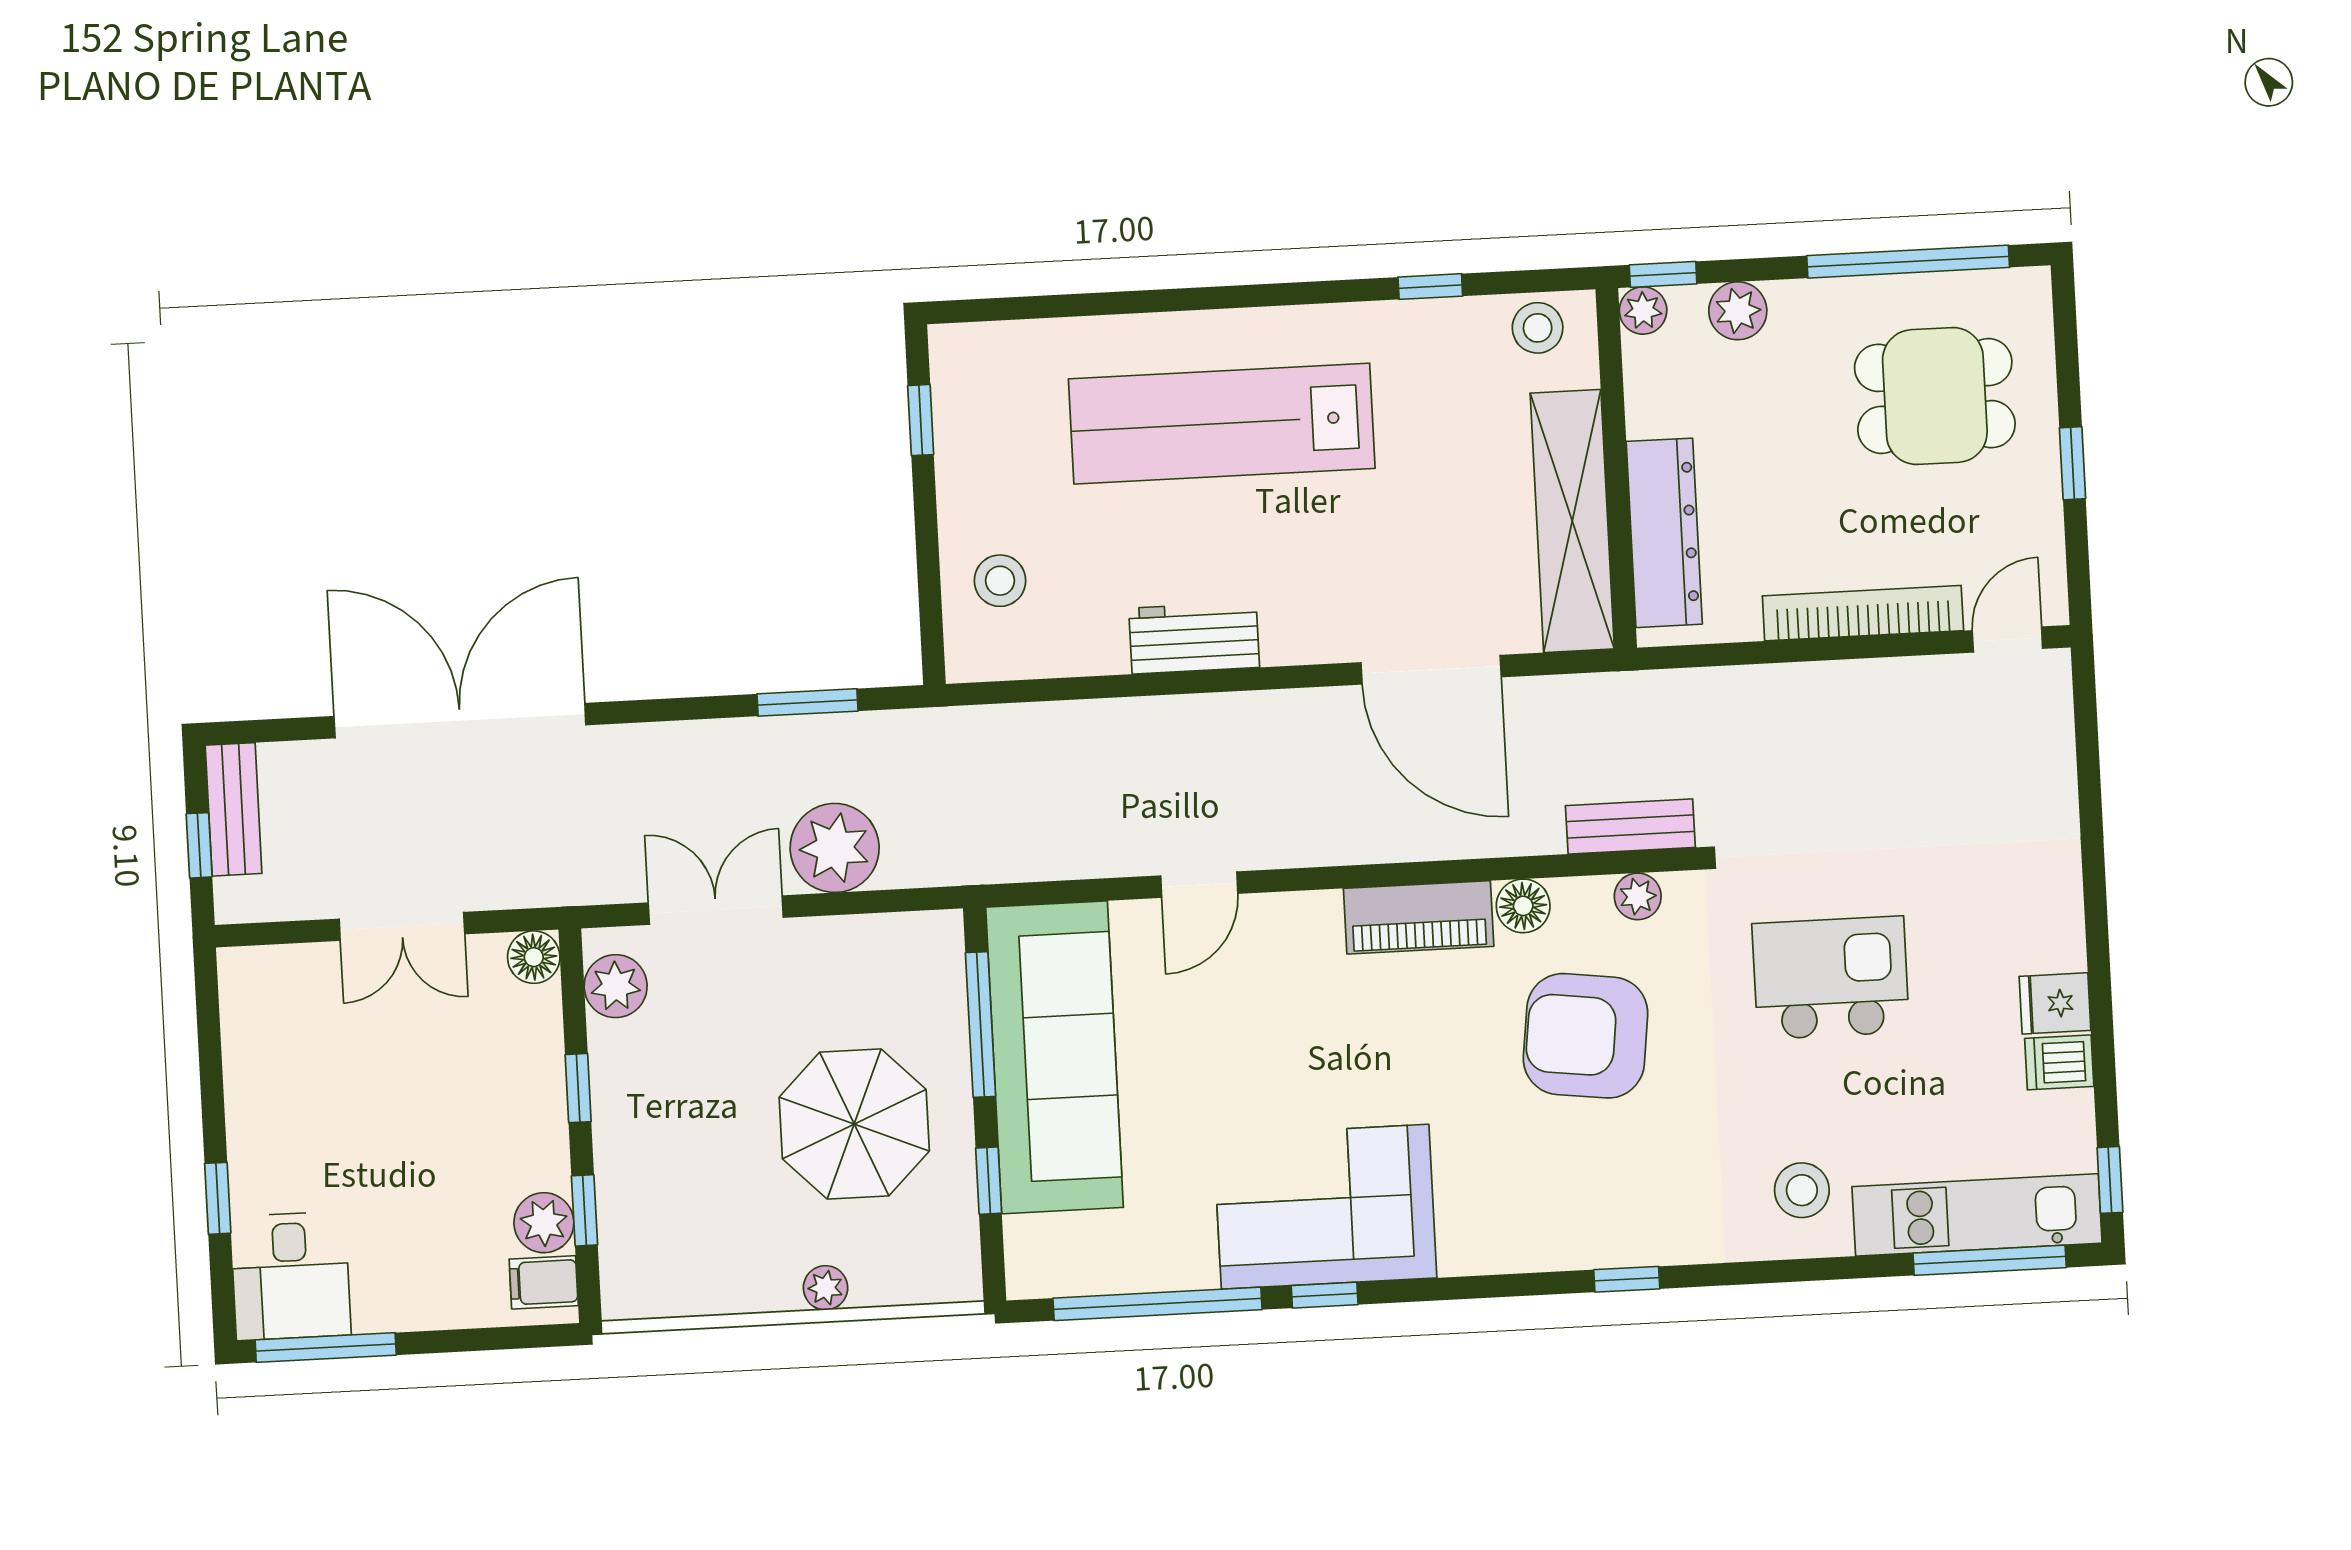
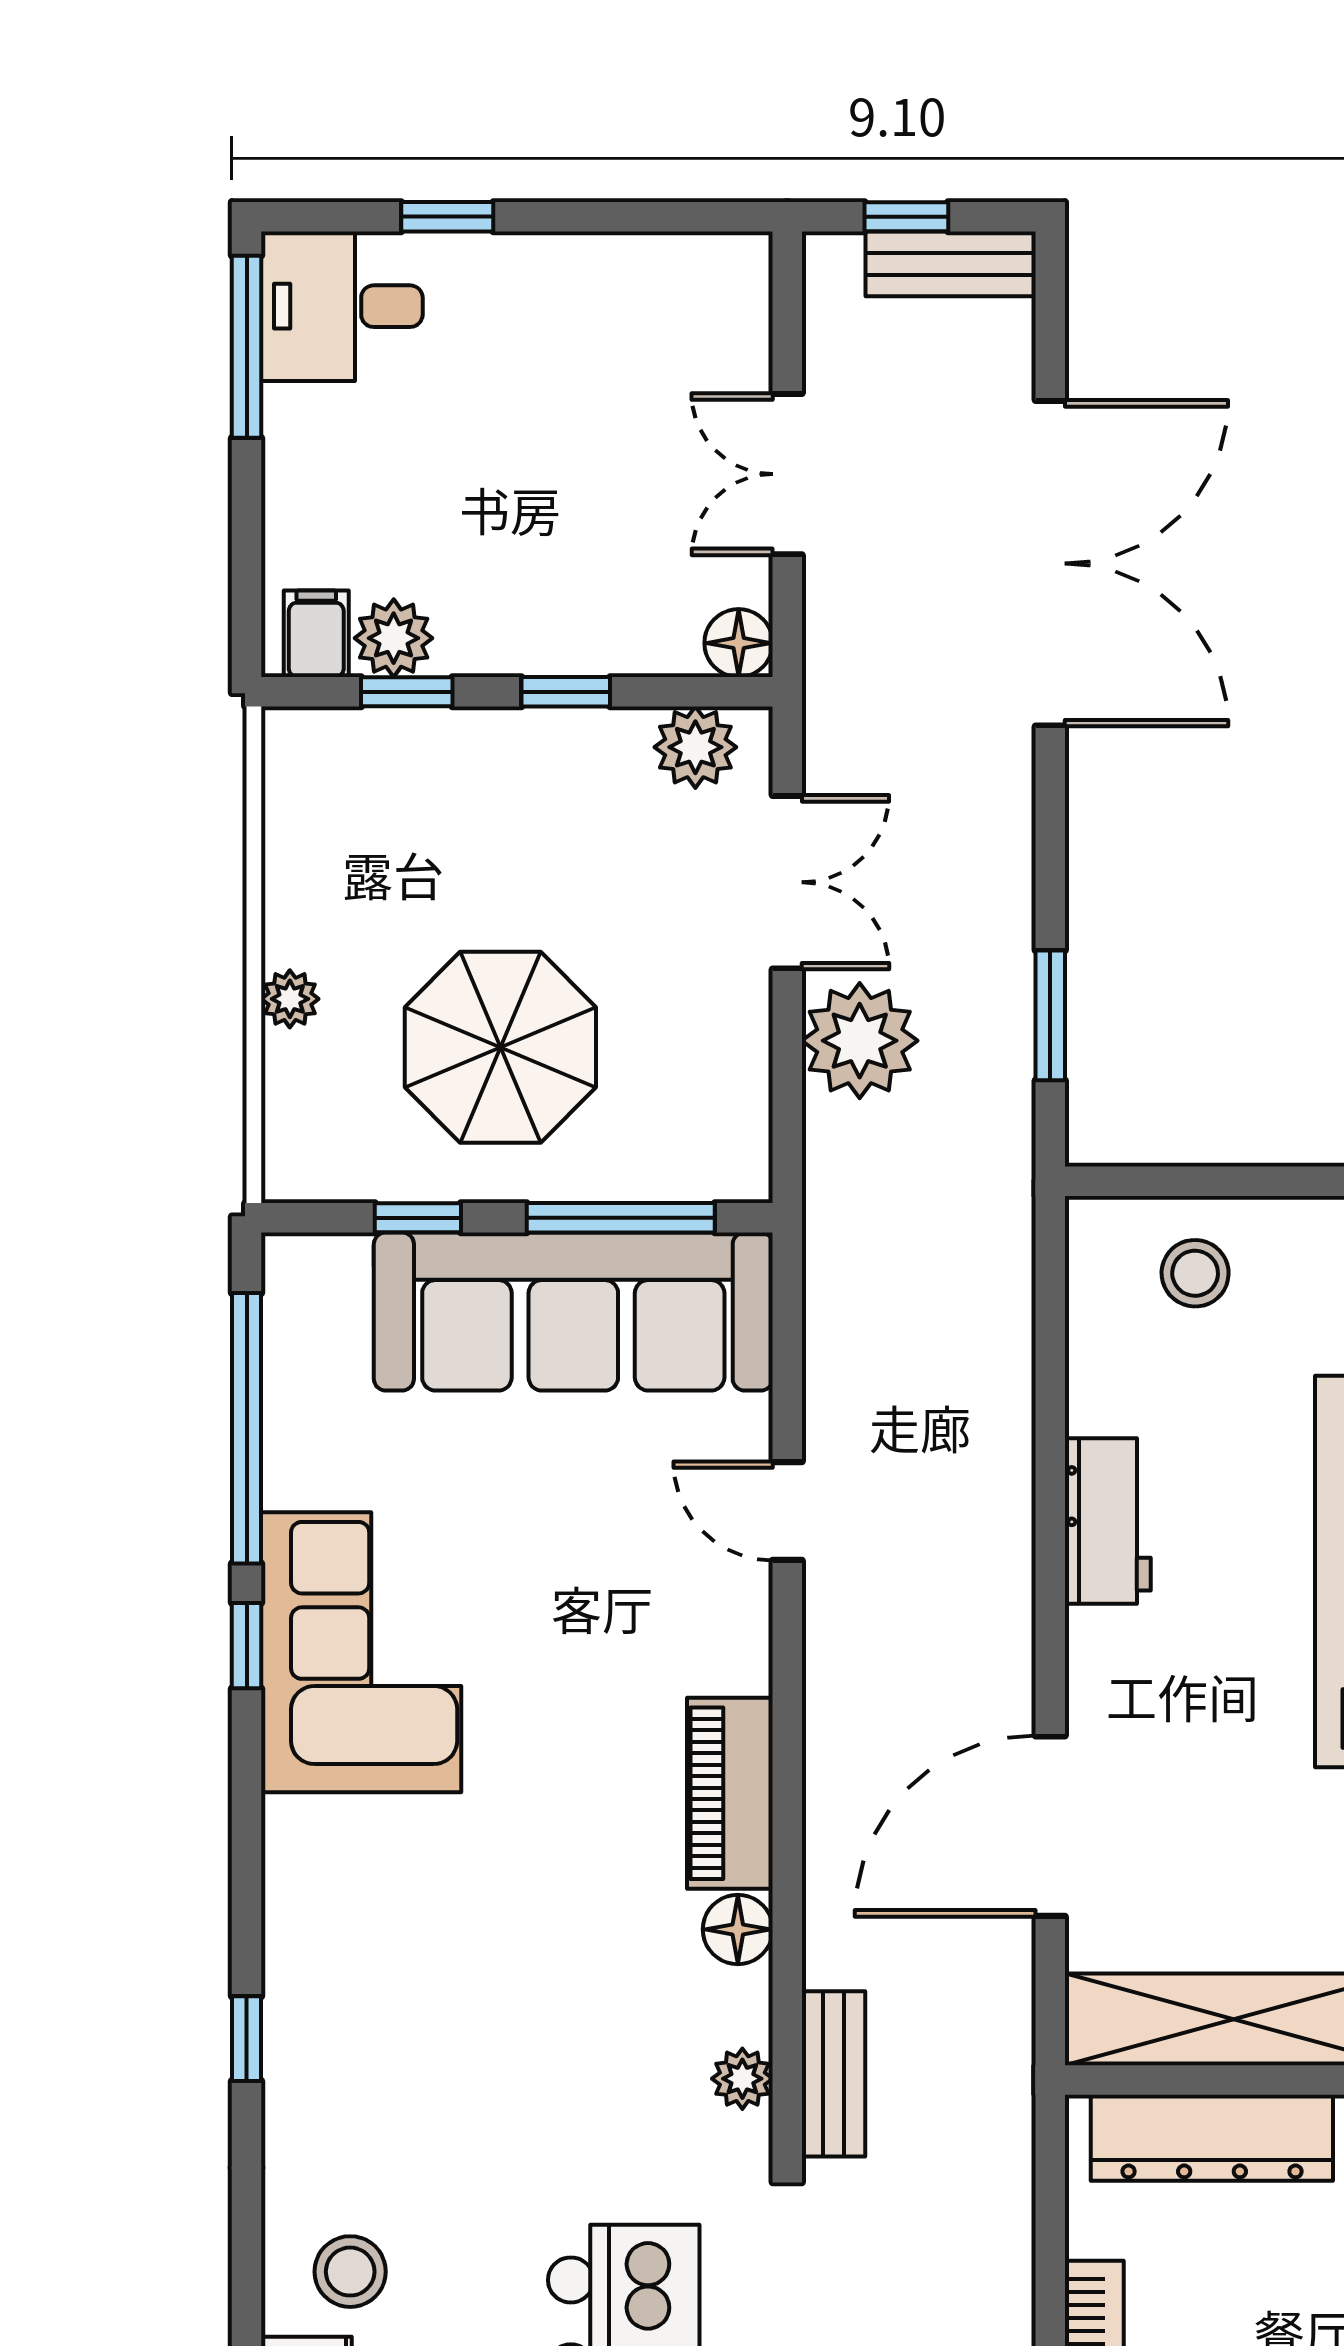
armchair: (1586, 1036) -> (565, 2002), removed

